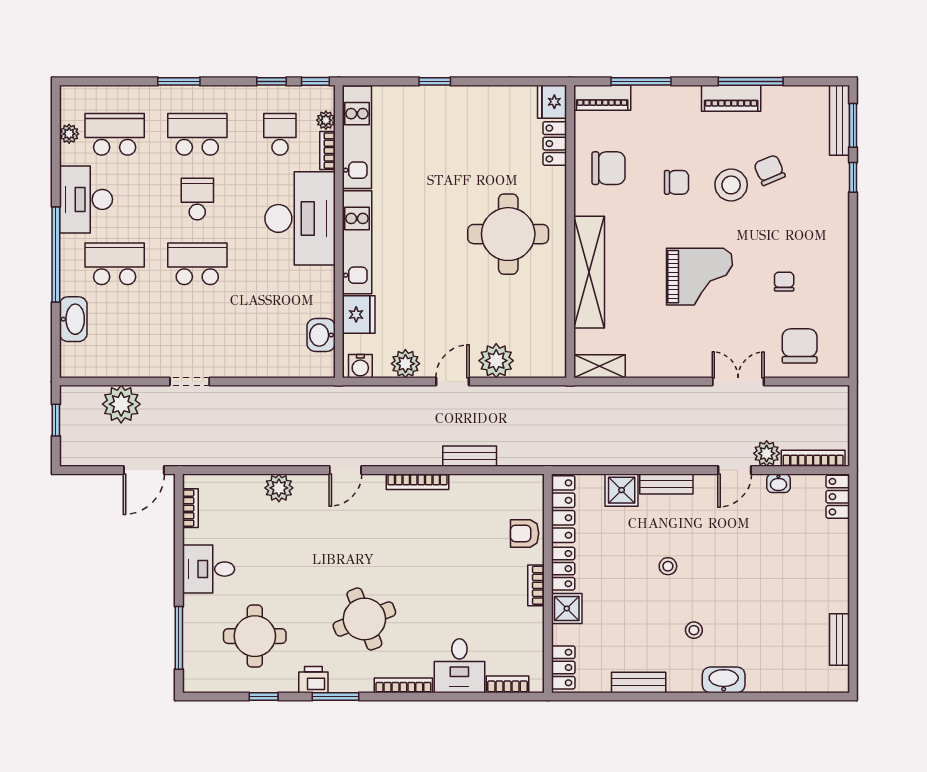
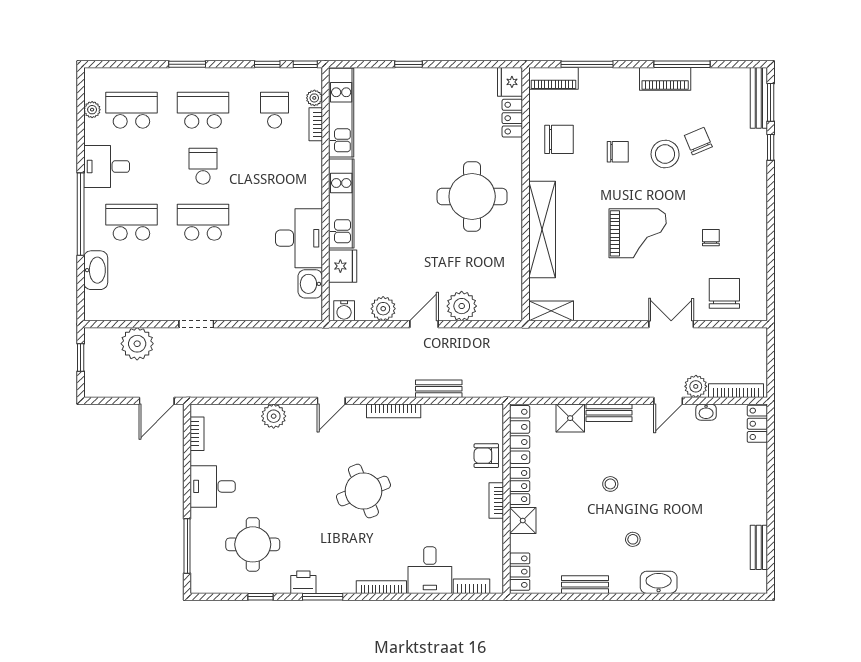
desk: (86, 199) -> (107, 166), width x0.73
desk: (300, 218) -> (299, 238), moved, width x0.73, depth x0.77
round table: (364, 619) -> (363, 491), moved

